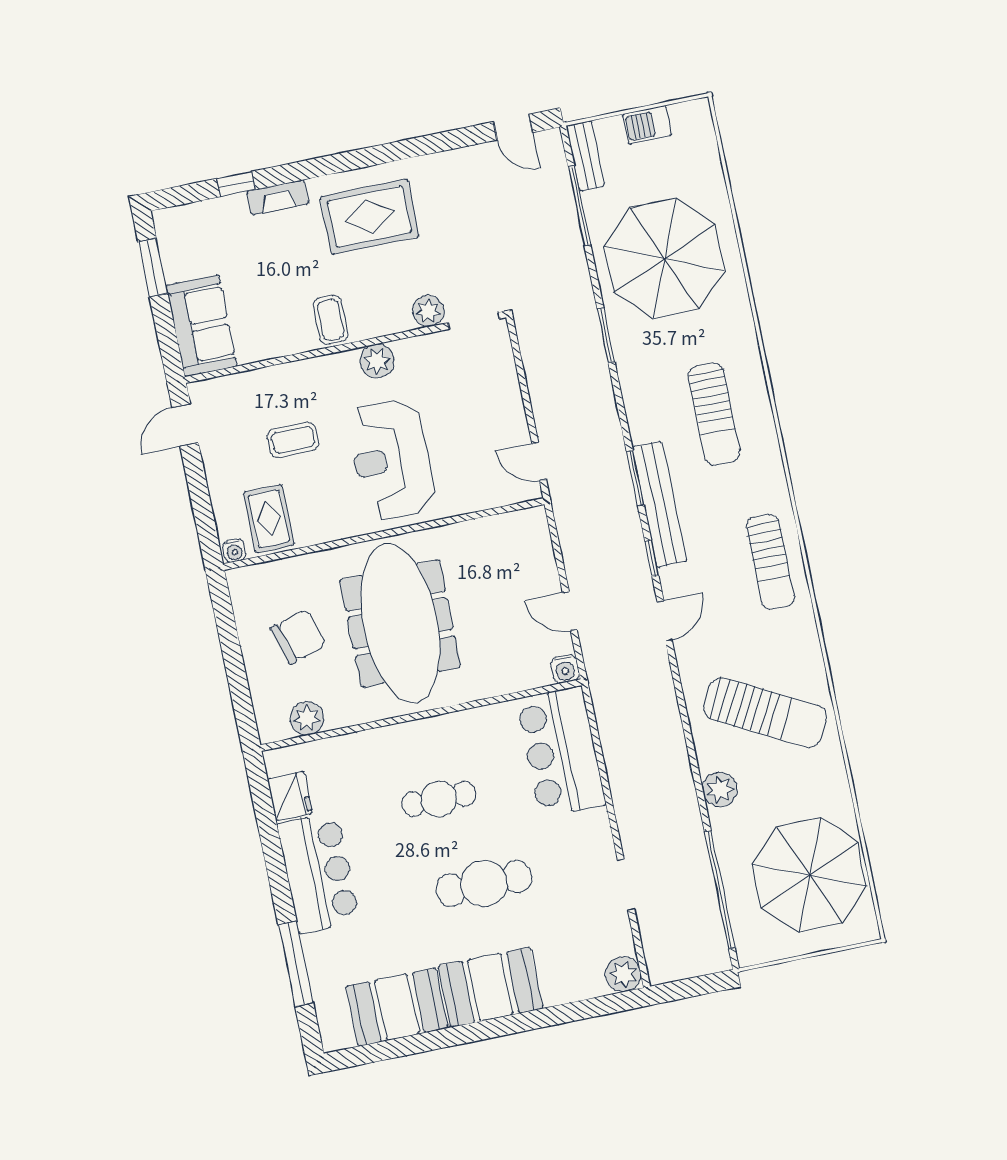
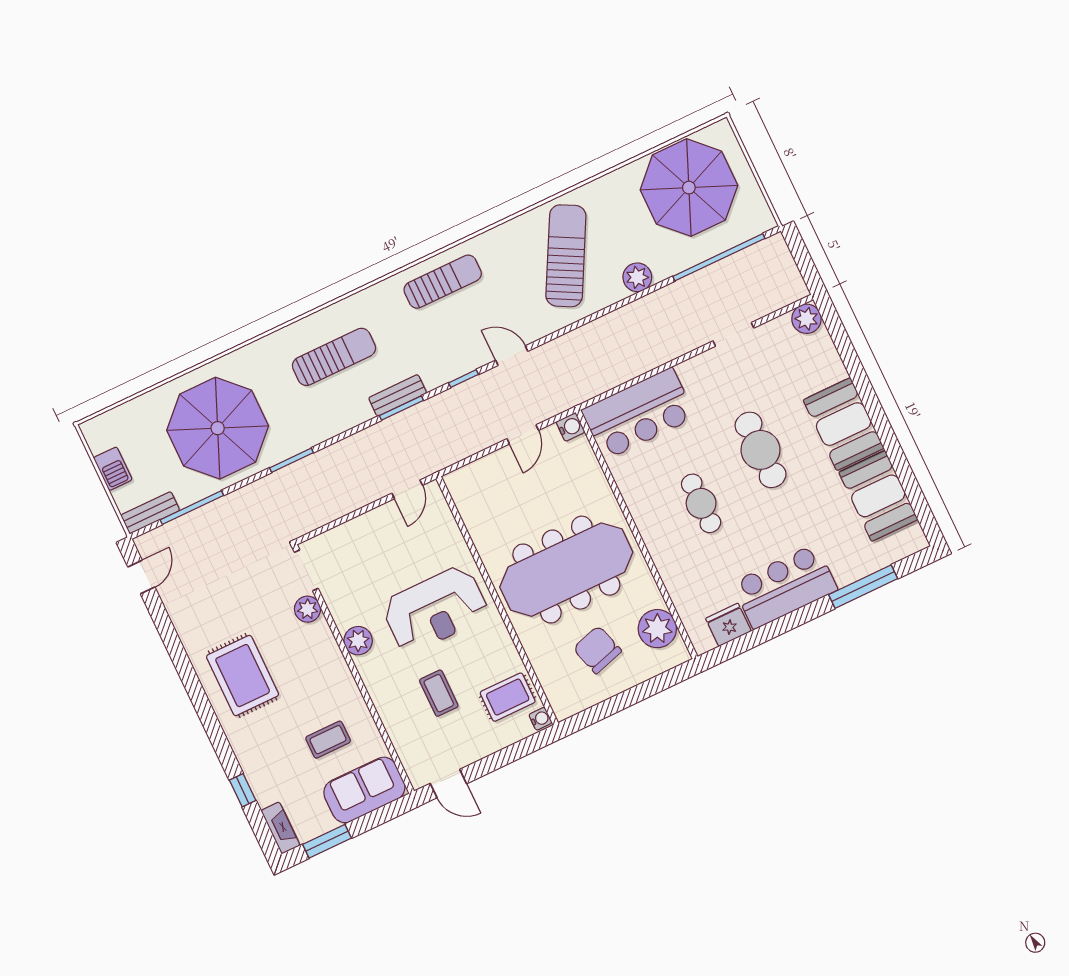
fireplace: (278, 197) -> (280, 828), moved
coffee table: (331, 320) -> (328, 740), moved
bench: (659, 504) -> (398, 395), width x0.54, depth x0.82
plant: (307, 718) -> (657, 629), width x1.36, depth x1.36

